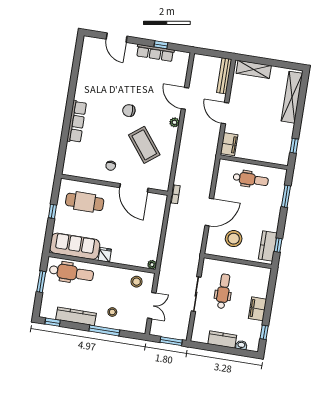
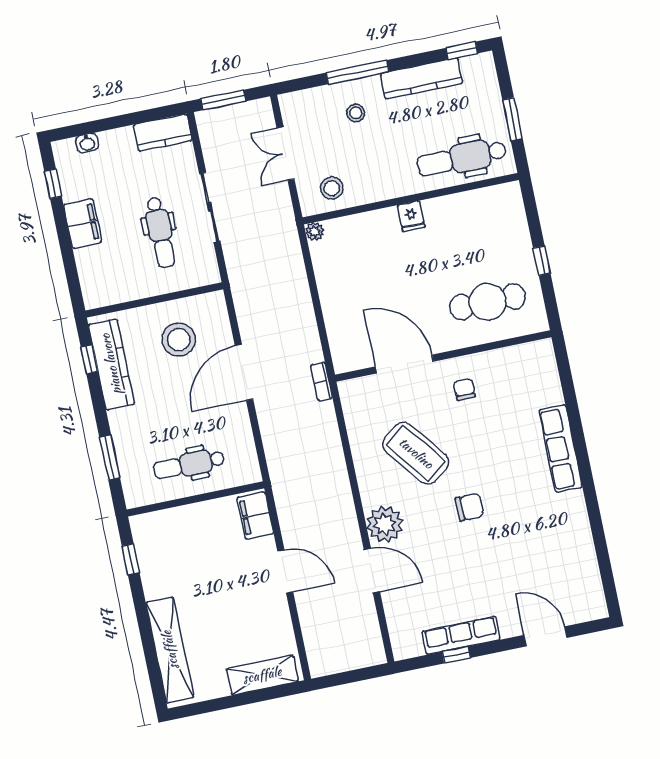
bench: (224, 76) -> (314, 642), removed
plant: (174, 122) -> (385, 524), width x1.87, depth x1.87
sofa: (75, 246) -> (475, 211), removed
kitchen counter: (268, 246) -> (111, 364), width x1.50
kitchen counter: (222, 340) -> (163, 133), moved

